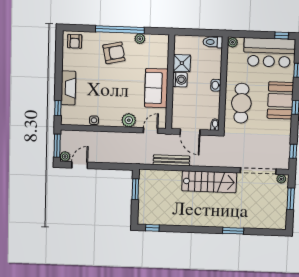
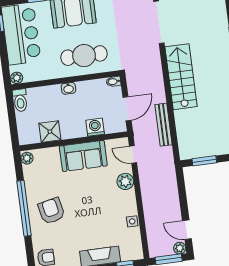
plant: (140, 39) -> (27, 158), moved
washing machine: (180, 80) -> (95, 127), moved

